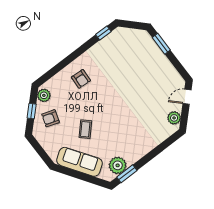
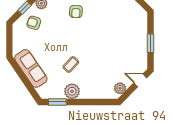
window: (161, 44) -> (151, 43), moved
coffee table: (85, 129) -> (71, 64), moved
plant: (118, 165) -> (72, 91), moved

